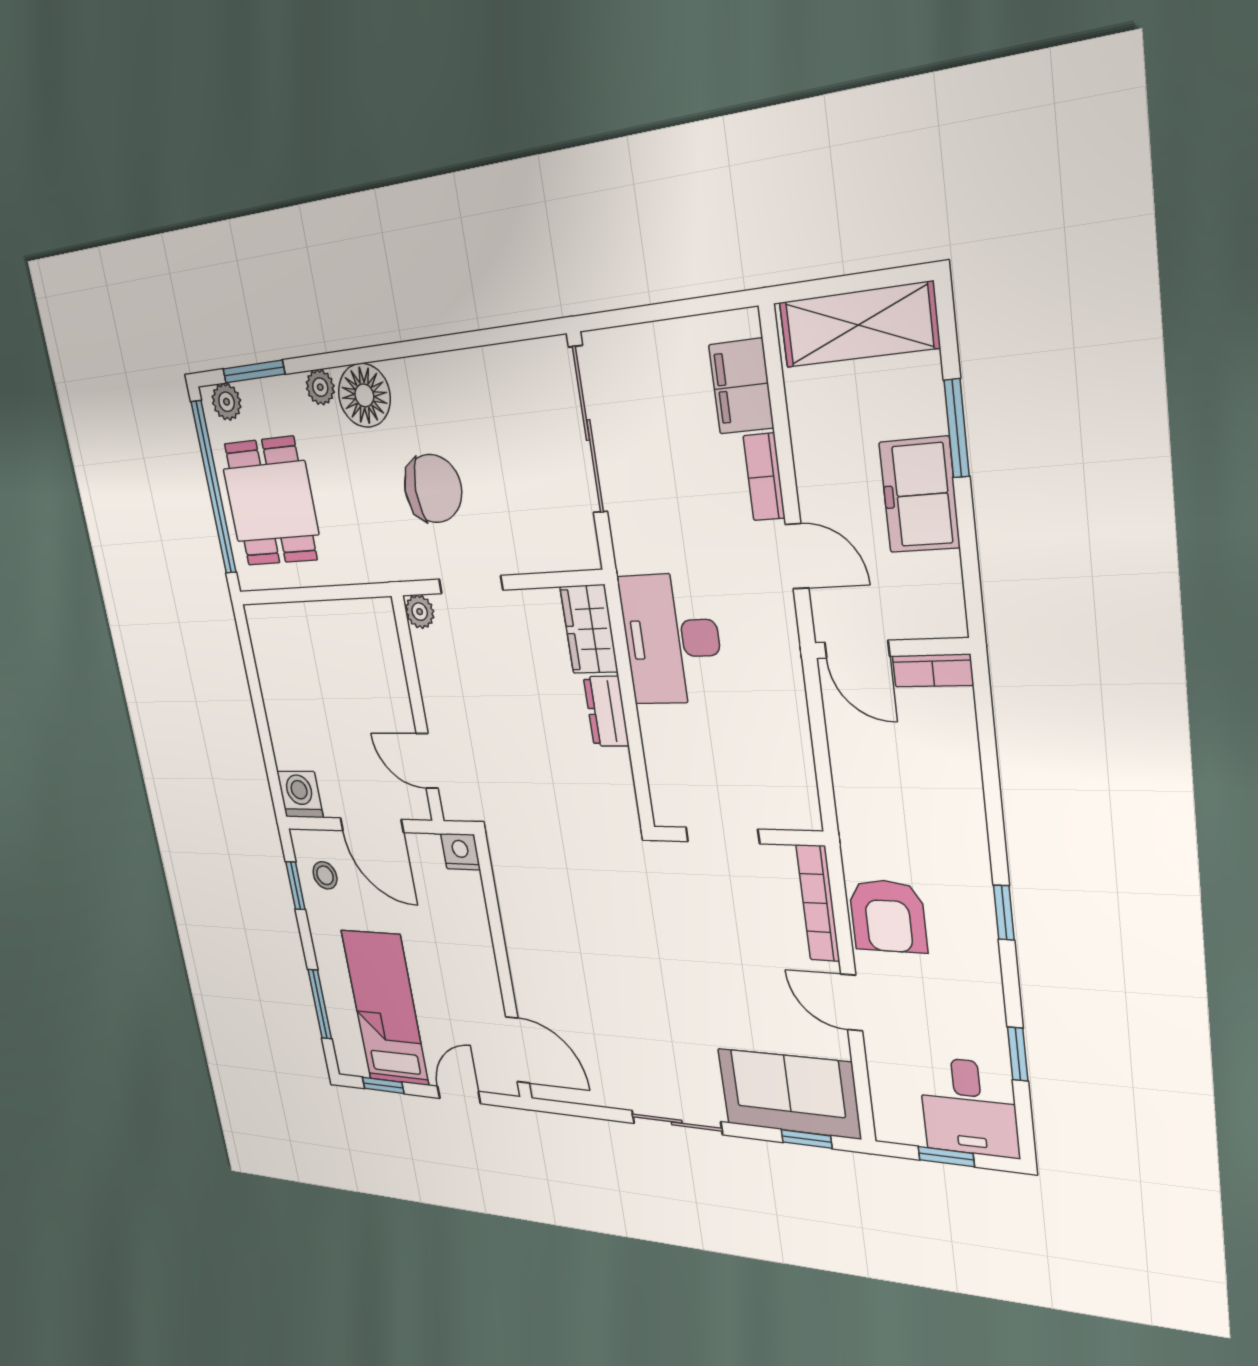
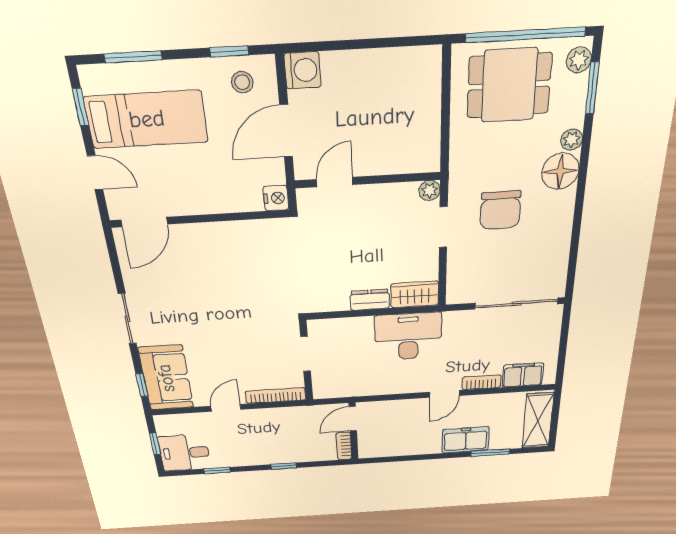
wall: (891, 648) -> (353, 431), moved
door: (857, 649) -> (353, 419), moved
bookcase: (933, 670) -> (344, 446), moved
armchair: (888, 916) -> (274, 424), removed

